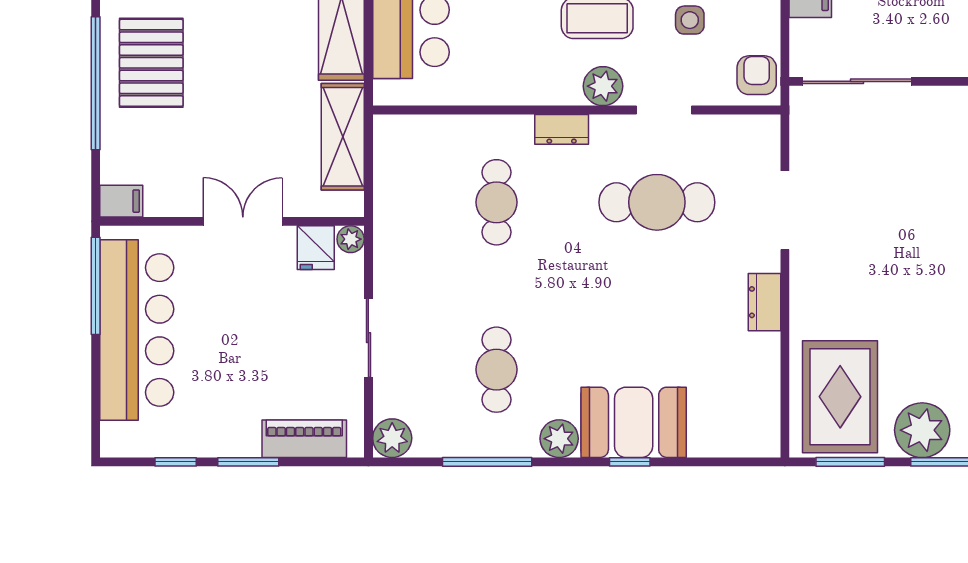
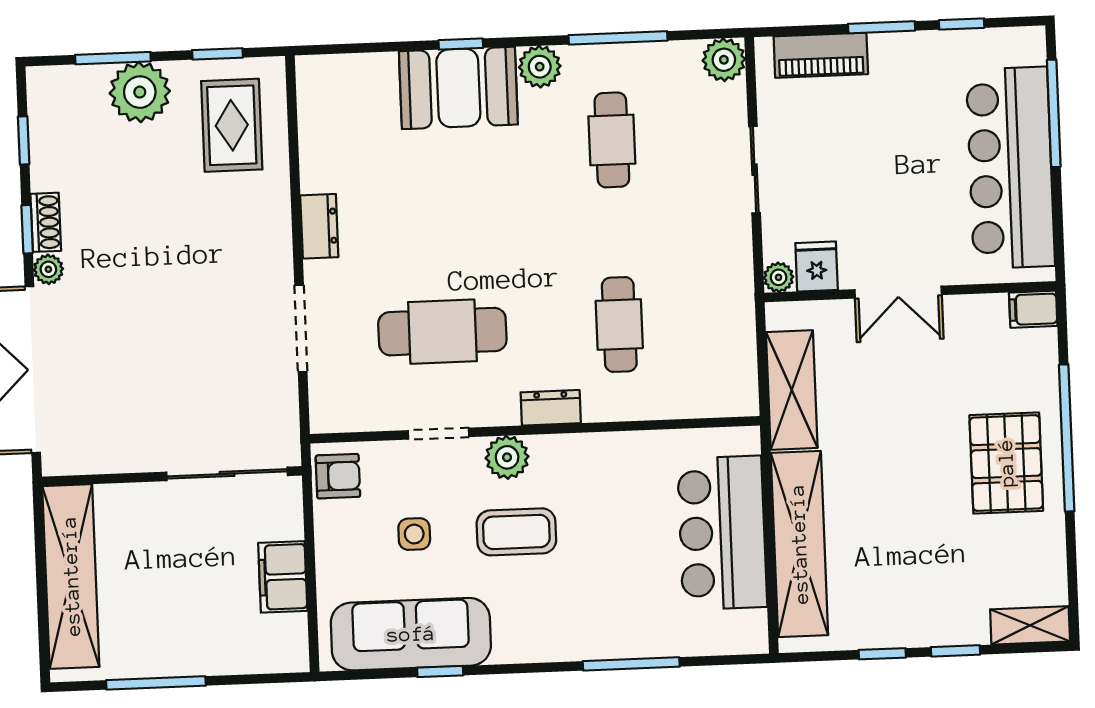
armchair: (757, 75) -> (338, 476), turned -90
window: (96, 286) -> (1054, 113), moved
rug: (840, 397) -> (232, 125), width x0.73, depth x0.70
window: (850, 462) -> (218, 54), width x0.67

